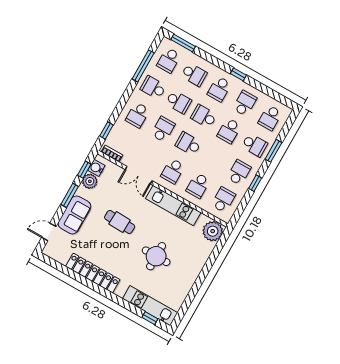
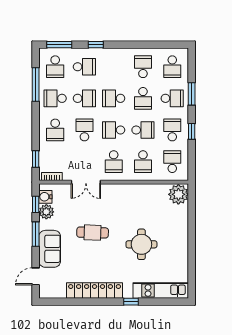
window: (238, 74) -> (96, 45), moved
school desk: (219, 89) -> (143, 130), moved, turned -90
kitchen unit: (173, 206) -> (131, 191), removed
window: (150, 318) -> (131, 302), moved

